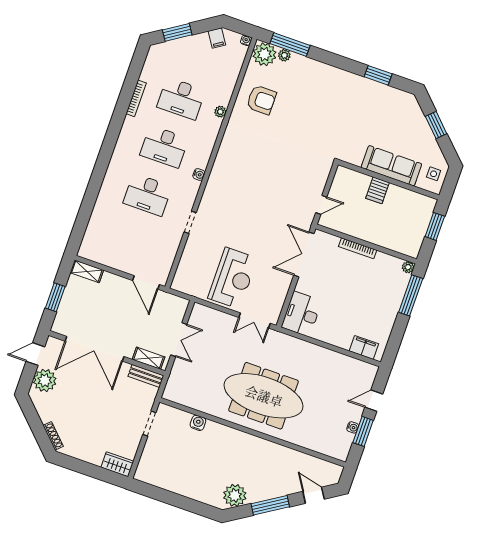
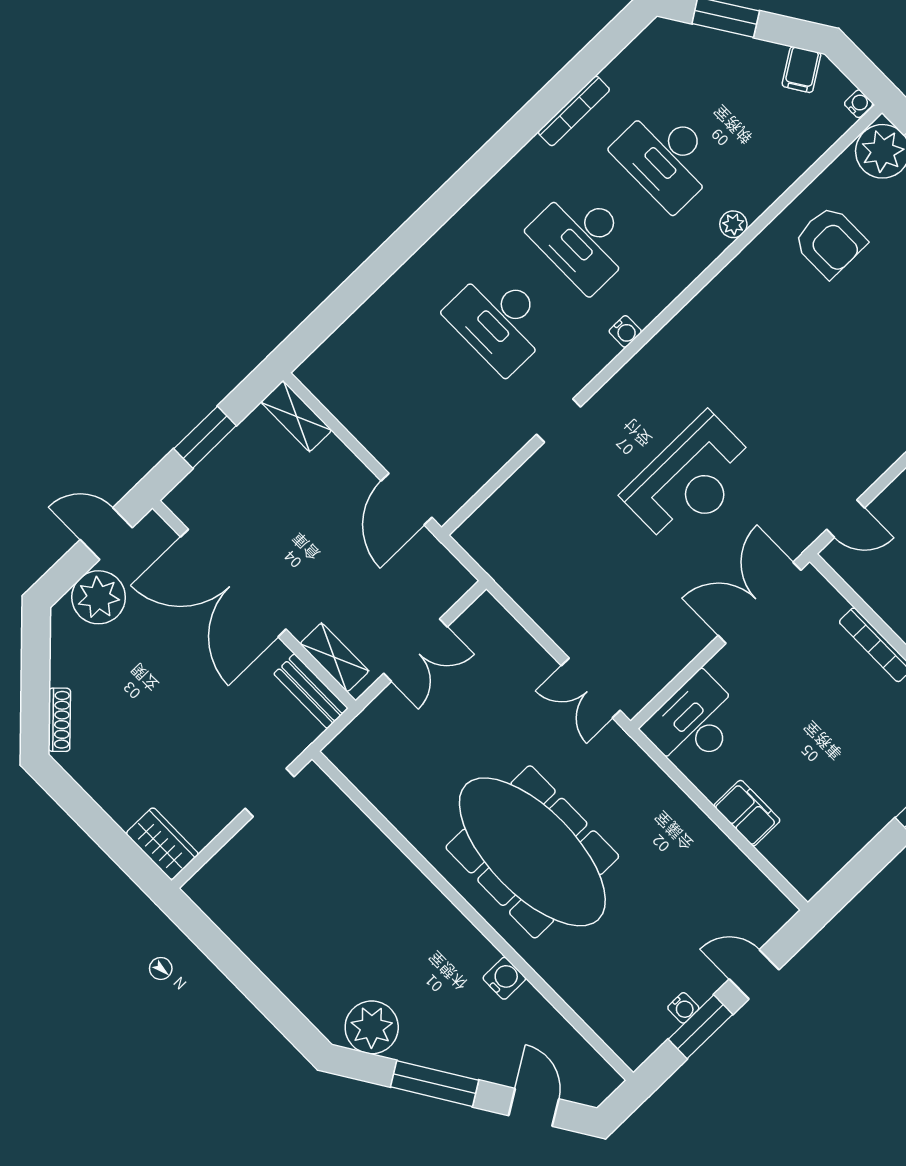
reception desk: (233, 278) -> (690, 480), moved
filing cabinet: (364, 347) -> (747, 813), moved
water cooler: (198, 423) -> (504, 978), moved

